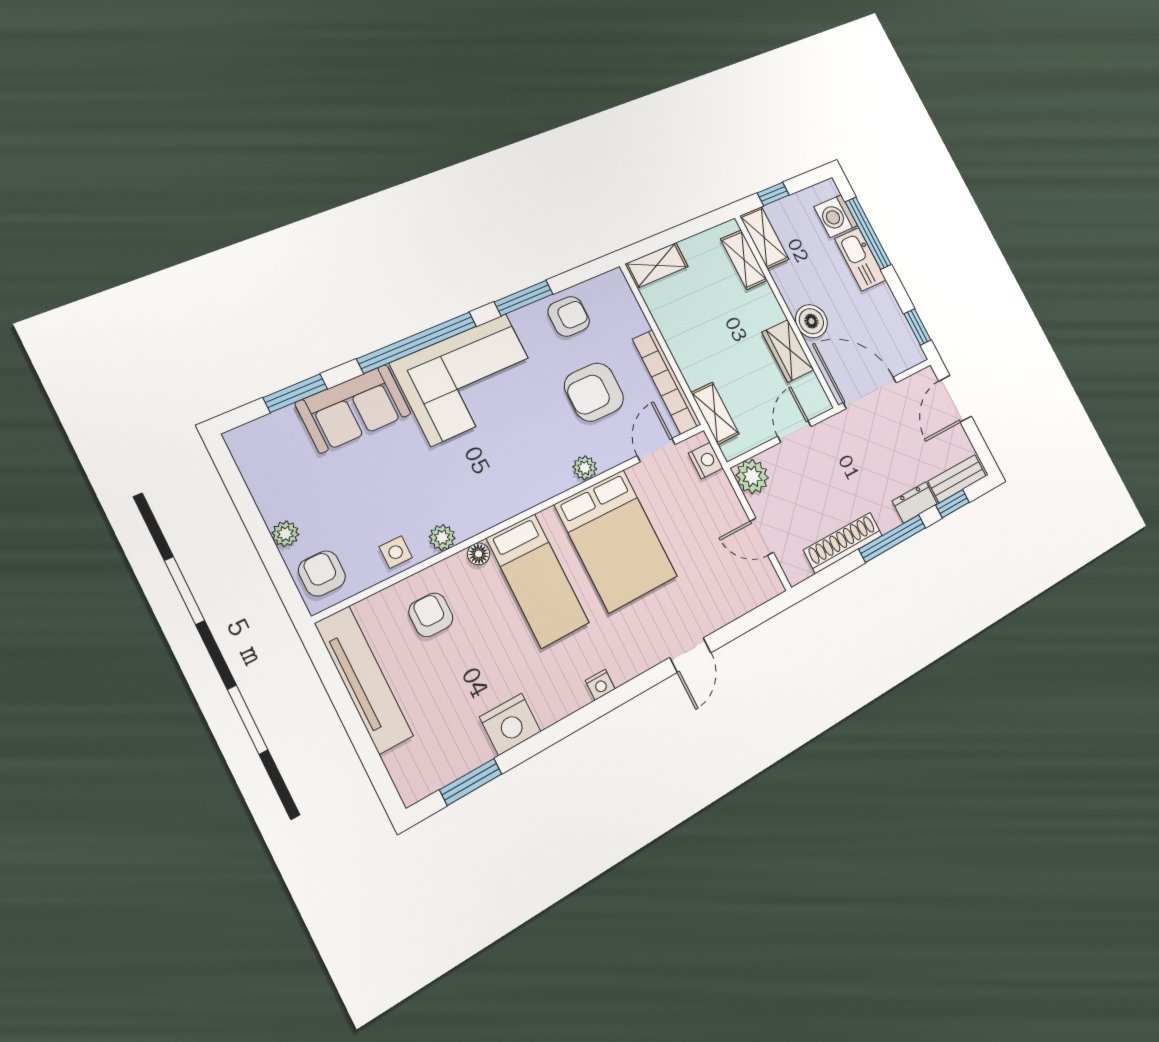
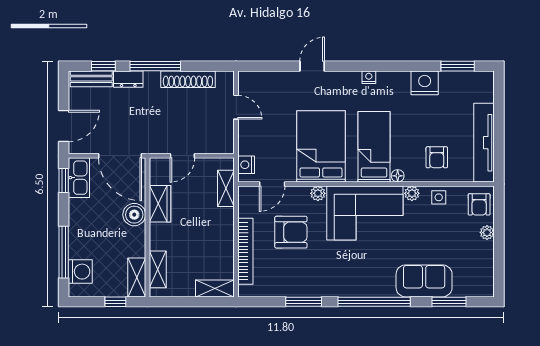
kitchen sink: (860, 259) -> (79, 178), moved
armchair: (569, 316) -> (283, 281), removed
corner sofa: (469, 379) -> (365, 213), moved, turned 180
bookcase: (667, 382) -> (245, 251), moved
plant: (752, 476) -> (223, 143), removed

